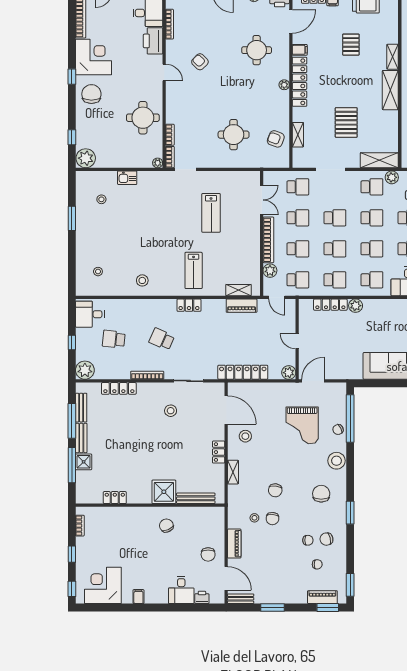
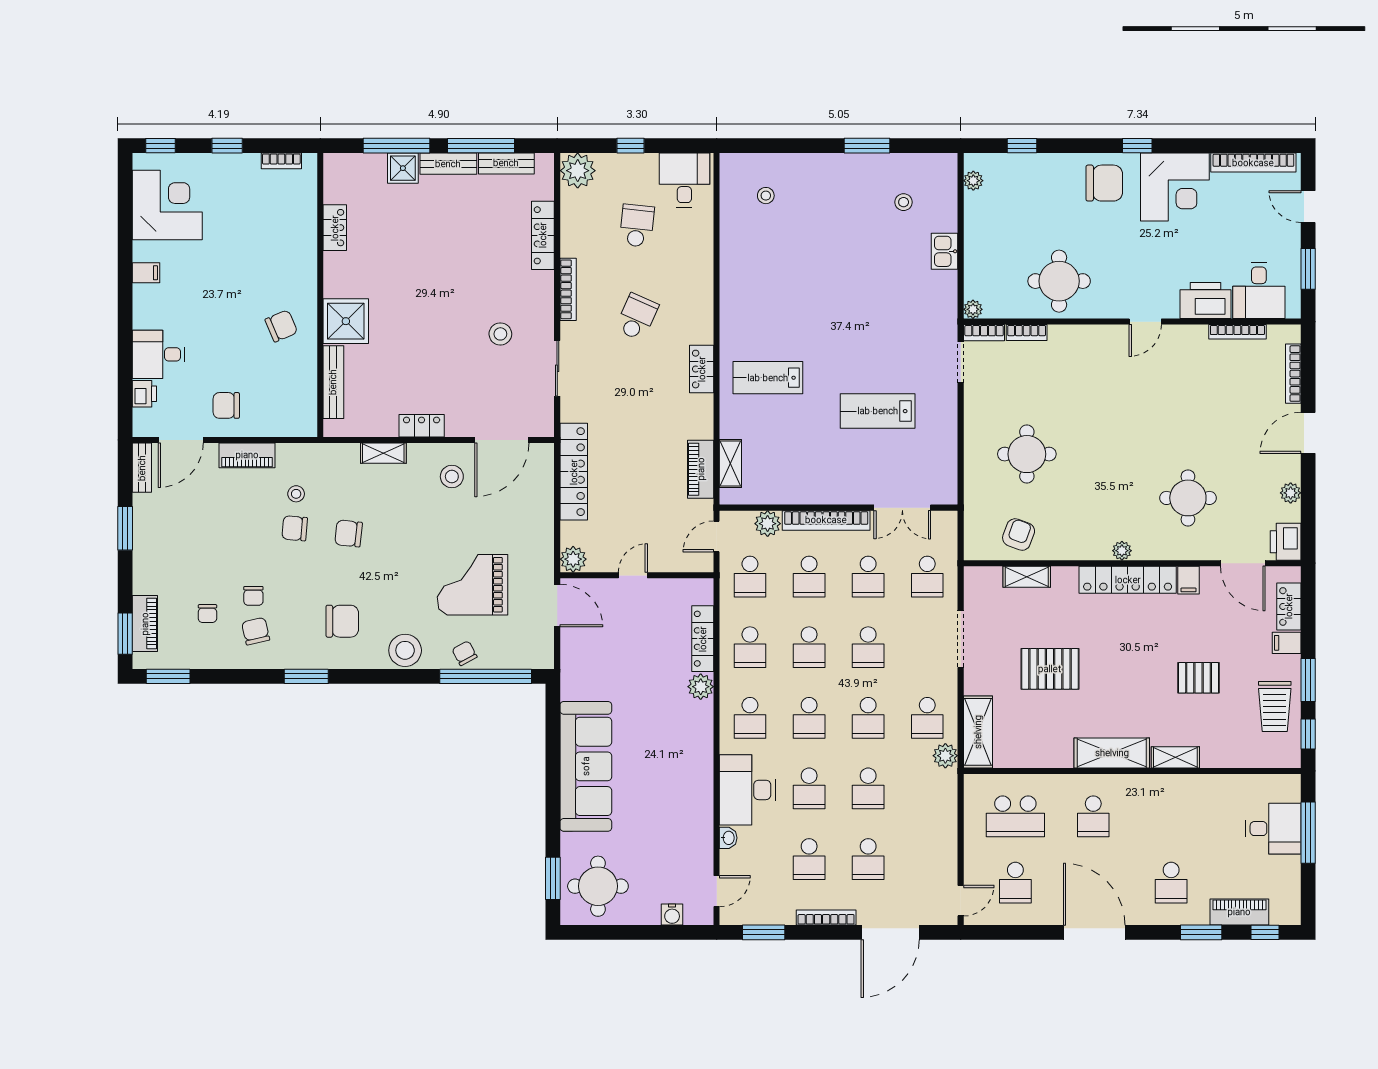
armchair: (200, 62) -> (1166, 390), removed
plant: (86, 158) -> (973, 181), width x0.53, depth x0.53
stool: (142, 280) -> (749, 280), removed

